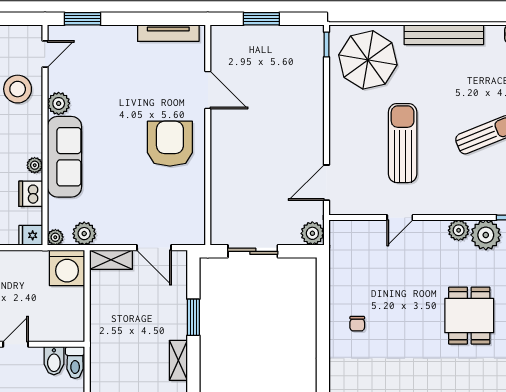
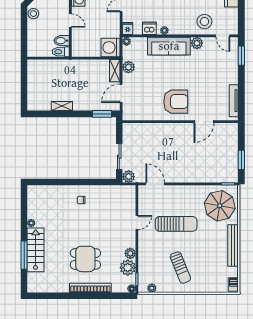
window: (261, 19) -> (241, 160), moved
door: (400, 217) -> (137, 222), swing flipped
plant: (84, 234) -> (128, 67), moved
sliding door: (253, 251) -> (119, 157), moved
window: (193, 317) -> (102, 114), moved

